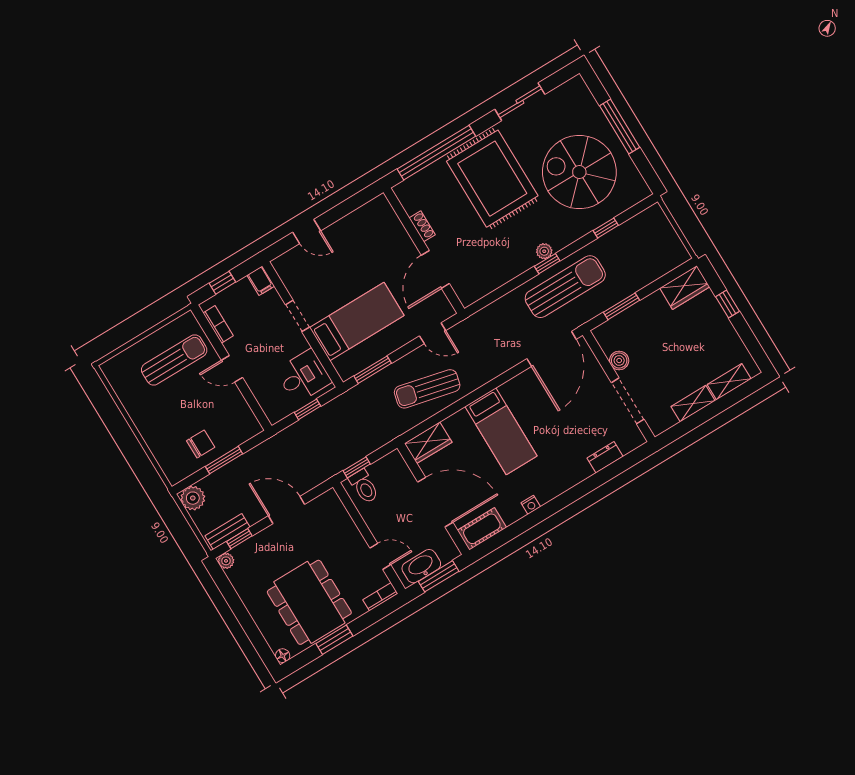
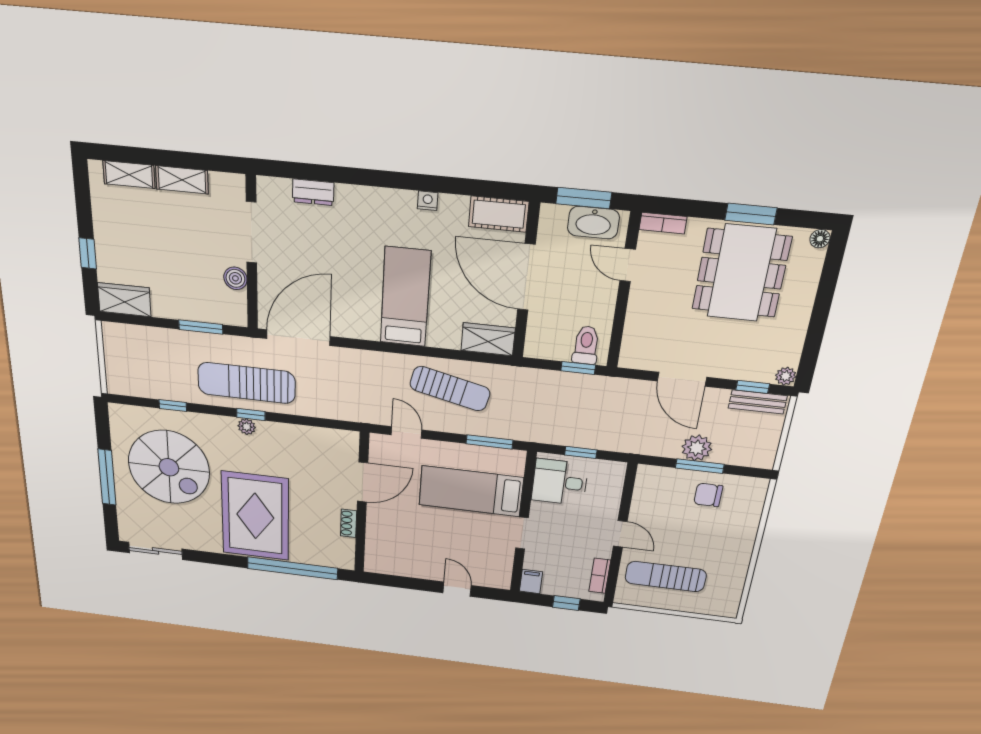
sliding door: (520, 102) -> (156, 551), moved
plant: (193, 498) -> (697, 448), moved

